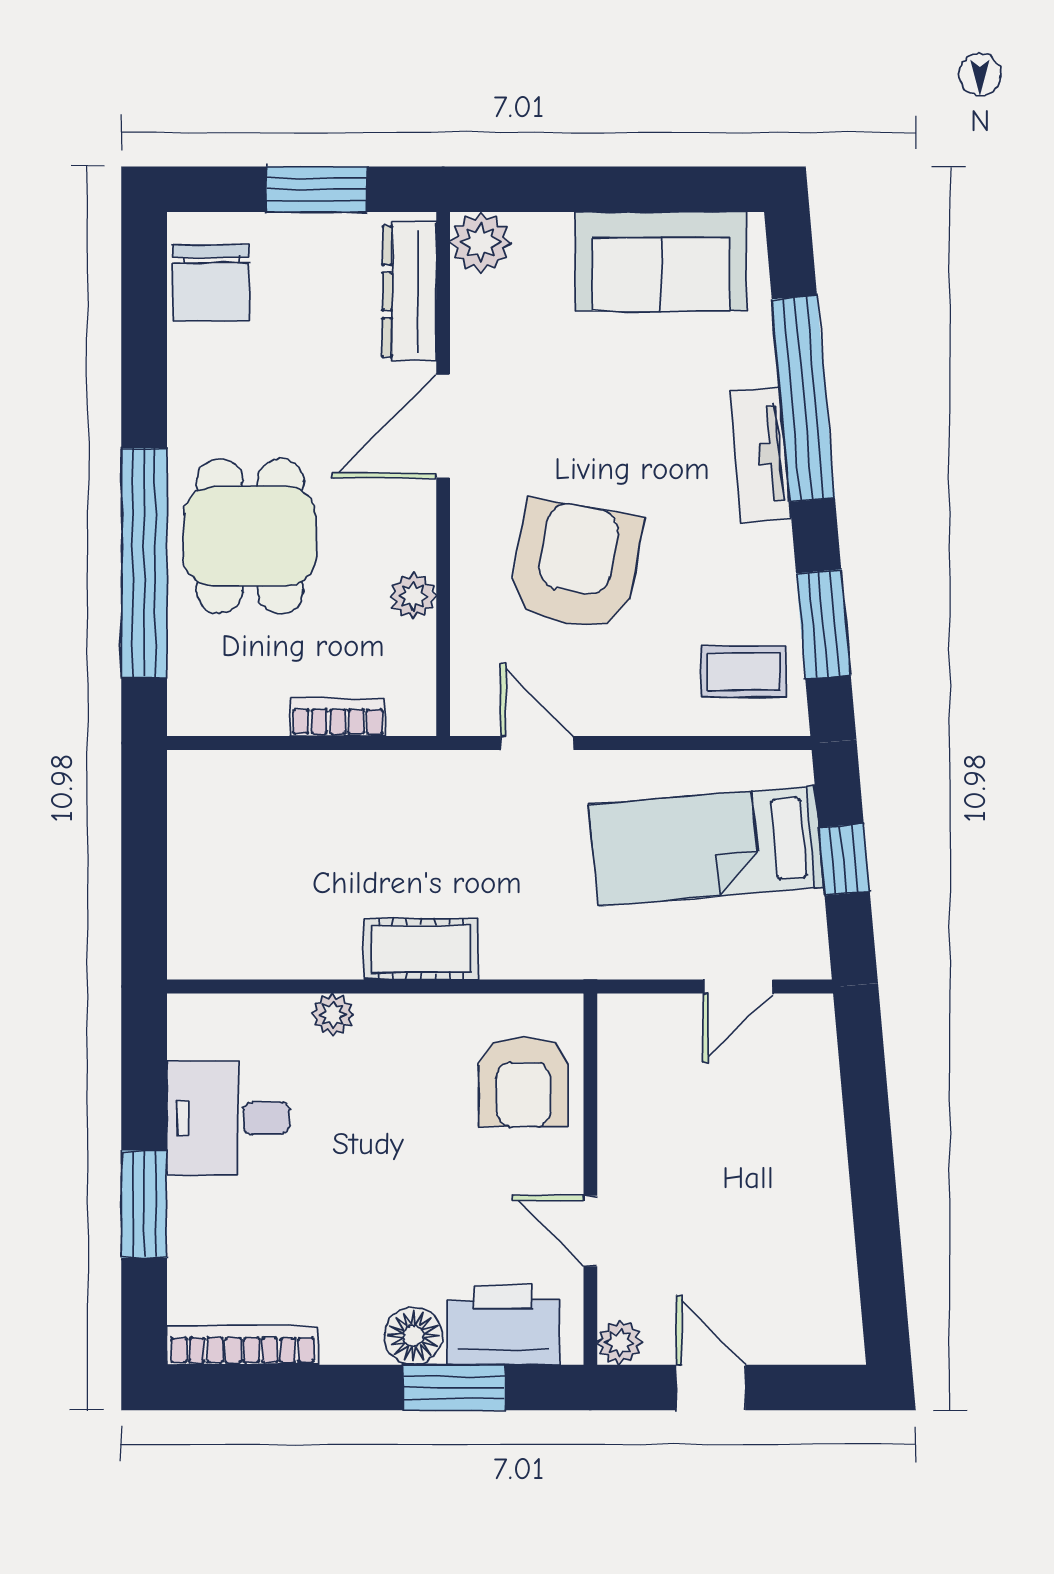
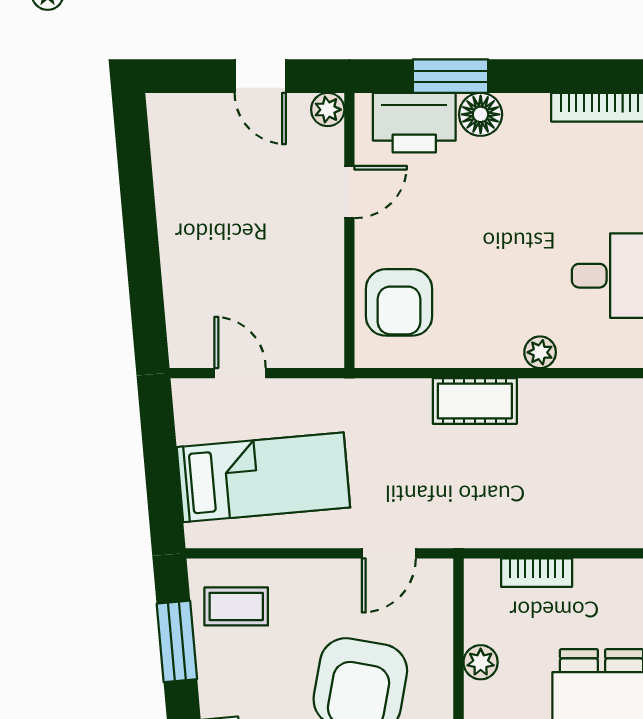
door: (537, 743) -> (389, 553), hinge flipped
window: (844, 860) -> (161, 467), removed
door: (738, 987) -> (240, 373), hinge flipped
armchair: (523, 1082) -> (399, 302), turned 180
door: (590, 1231) -> (349, 192), hinge flipped

